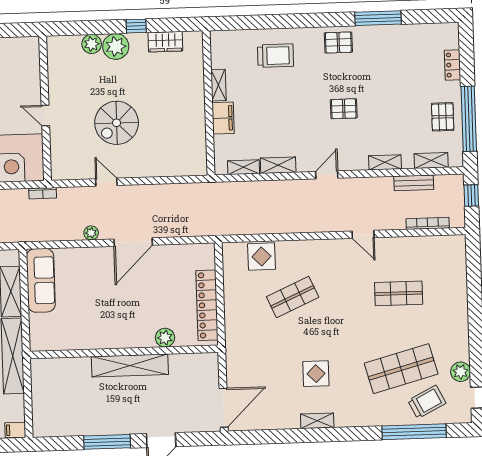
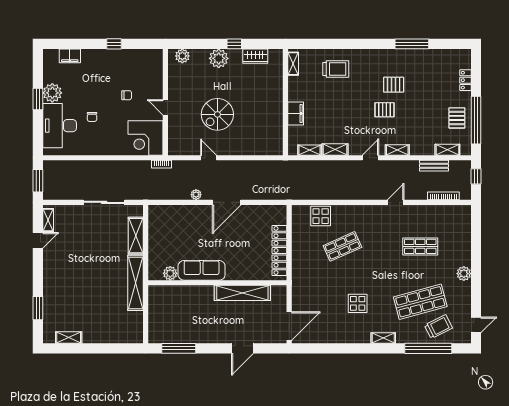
pallet: (338, 42) -> (394, 85), moved
plant: (92, 44) -> (182, 56), moved
shelving: (218, 85) -> (293, 64), moved
shelving: (385, 162) -> (397, 150), moved
door: (363, 234) -> (396, 202), swing flipped
sofa: (41, 280) -> (202, 270), moved, turned -90
plant: (165, 338) -> (170, 273), moved
shelving: (130, 366) -> (242, 293), moved
plant: (461, 372) -> (464, 274), moved
shelving: (317, 421) -> (383, 338), moved
filing cabinet: (15, 430) -> (136, 337), removed
window: (107, 442) -> (179, 348), moved

